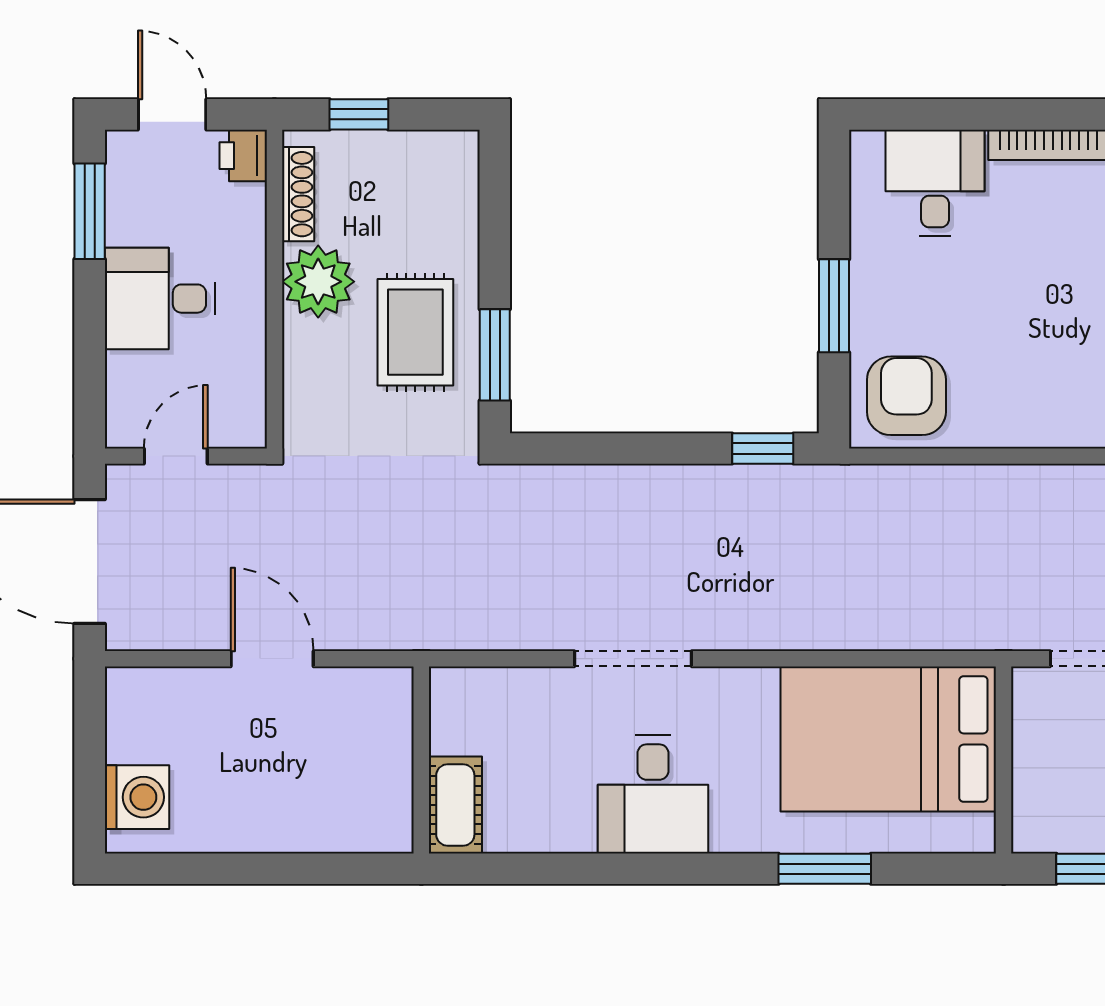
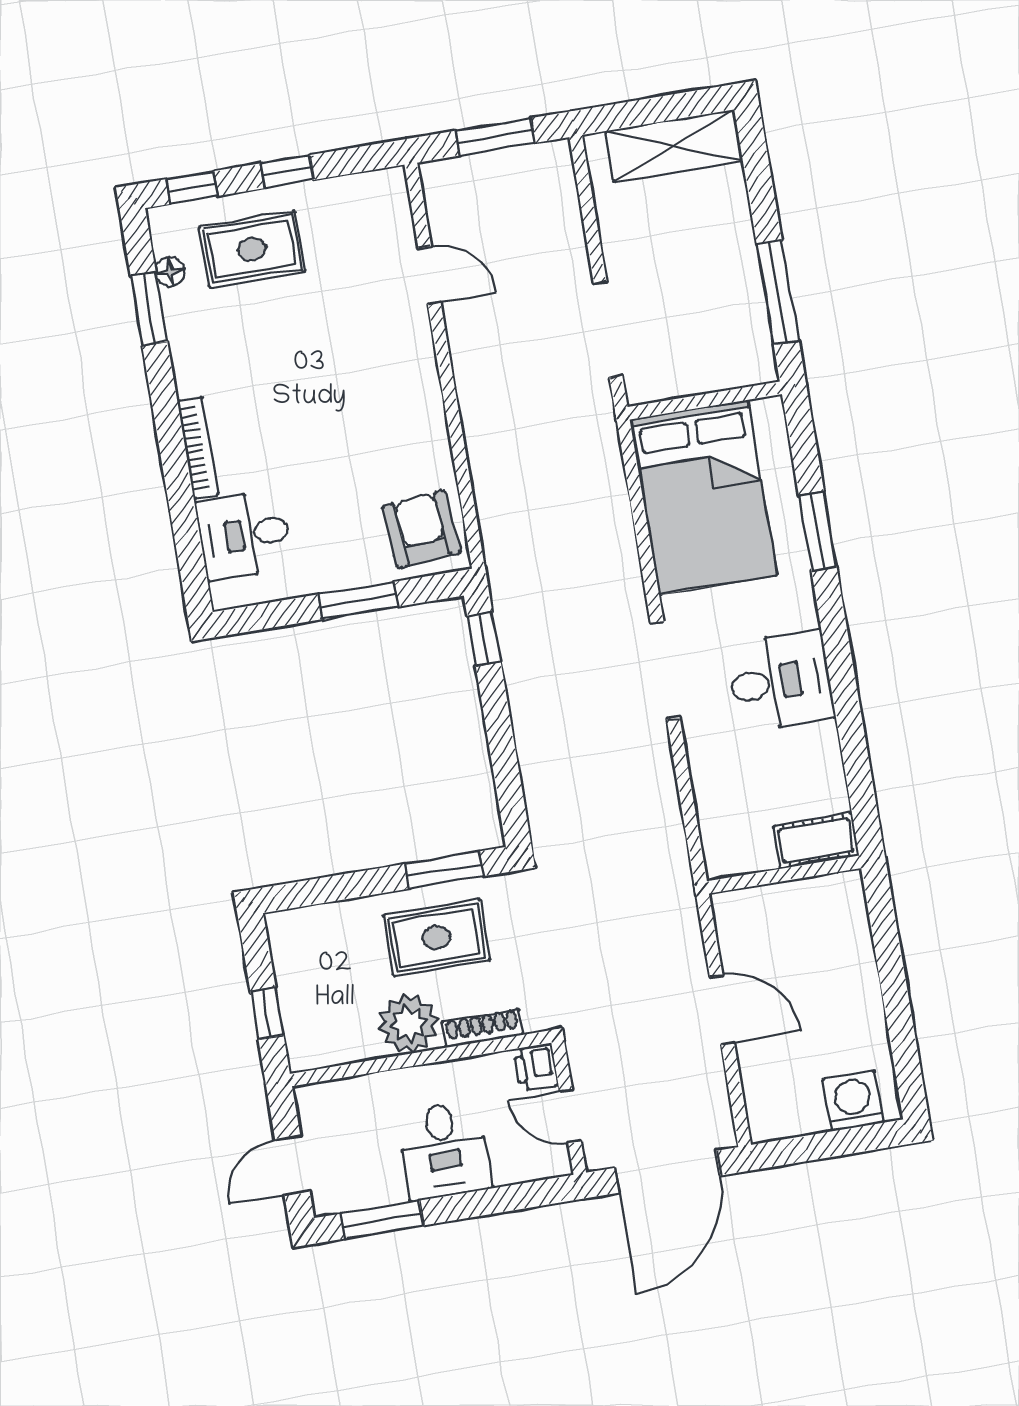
printer: (243, 156) -> (536, 1067), moved, turned 90
shoe rack: (298, 194) -> (482, 1028), moved
armchair: (906, 396) -> (421, 529), turned 85
door: (272, 659) -> (722, 1010), swing flipped
doorway: (633, 659) -> (665, 670), moved

